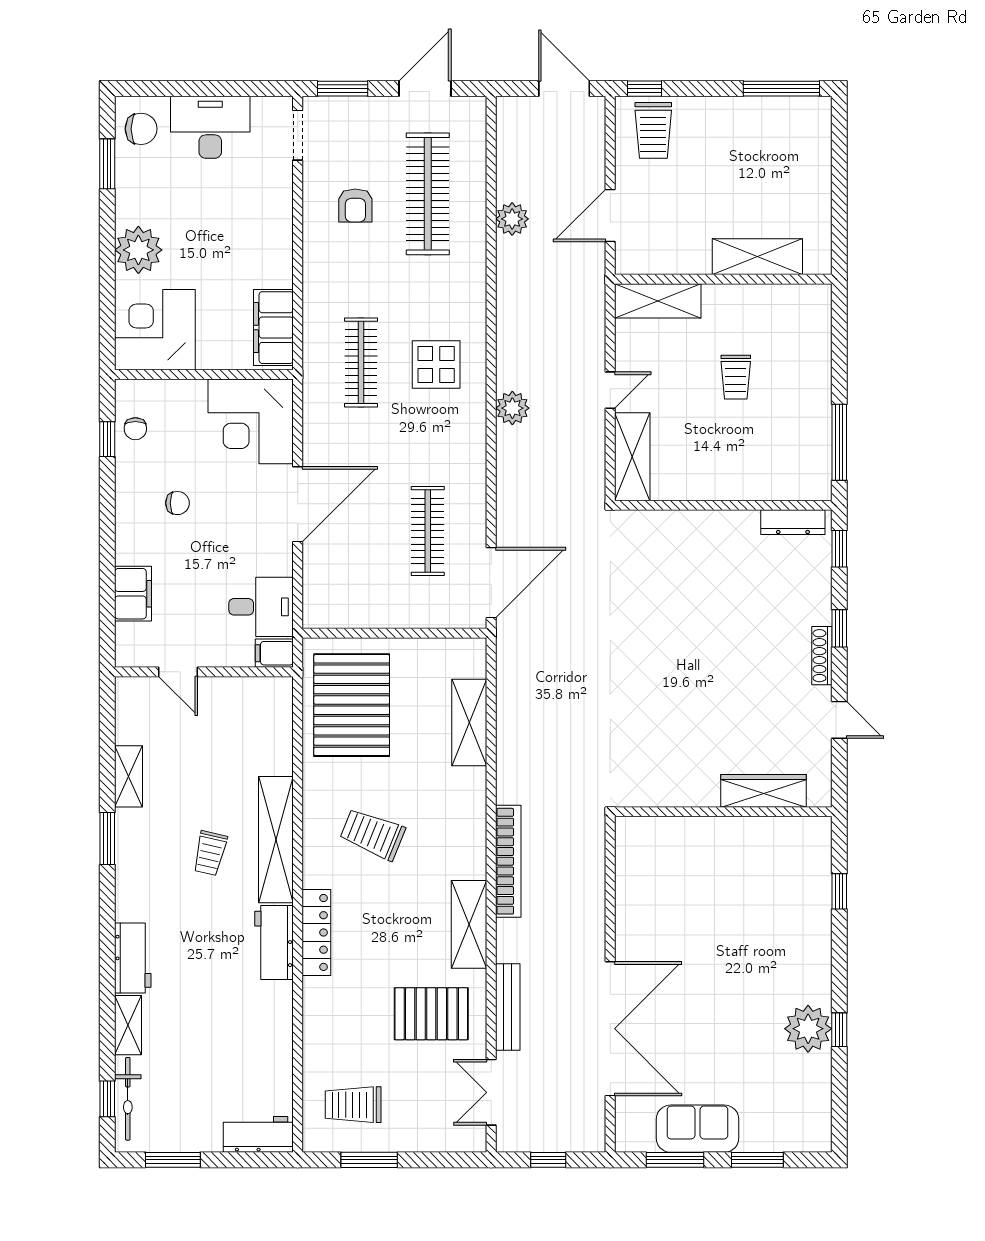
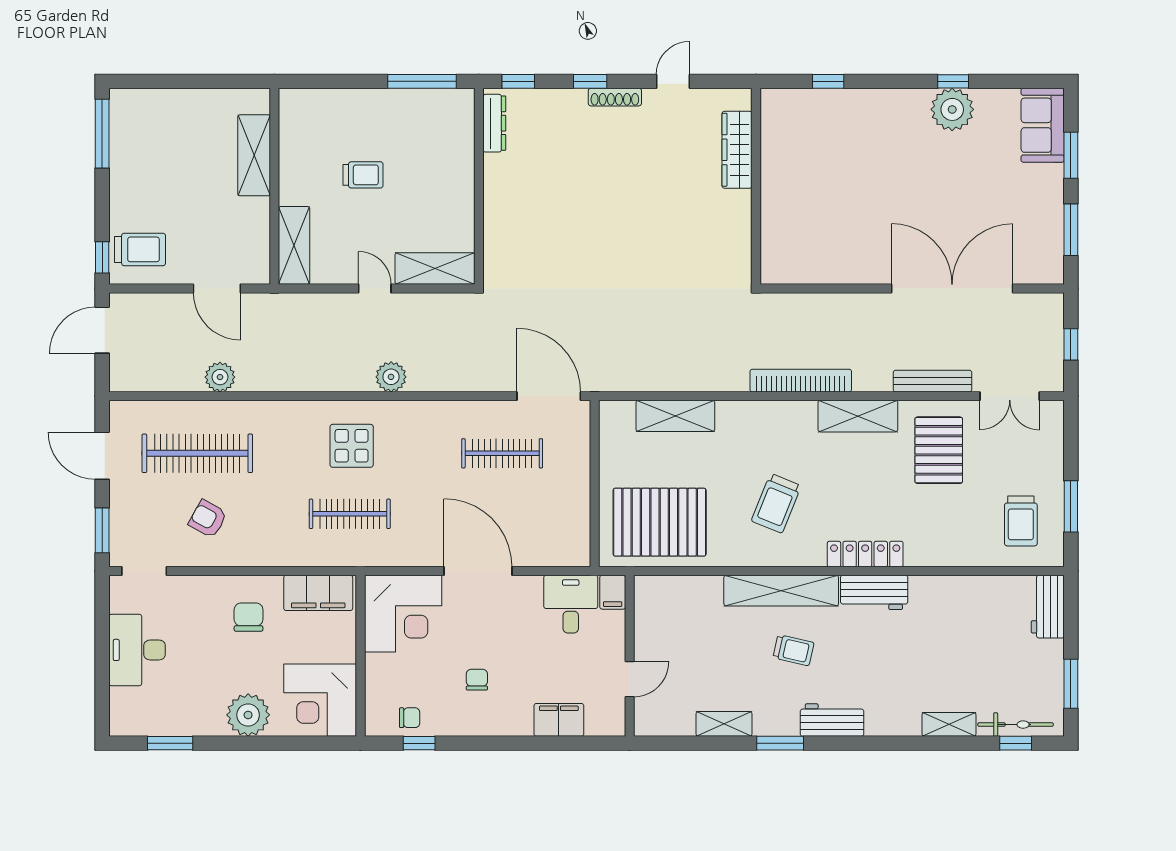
chair: (141, 129) -> (249, 617), moved
armchair: (355, 205) -> (208, 519), turned -151
workbench: (133, 958) -> (832, 720), moved
sofa: (697, 1129) -> (1043, 125), moved

